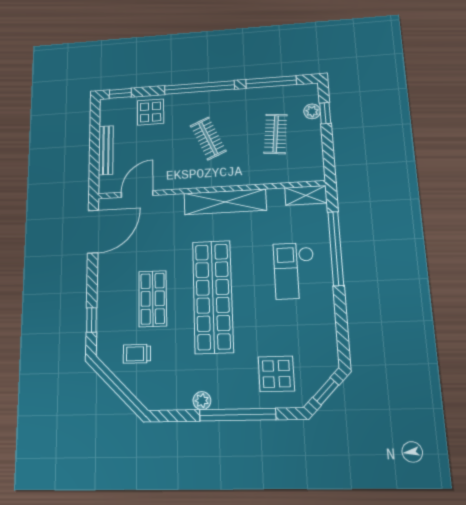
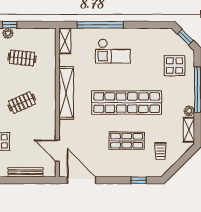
shelving: (171, 401) -> (189, 130), added

